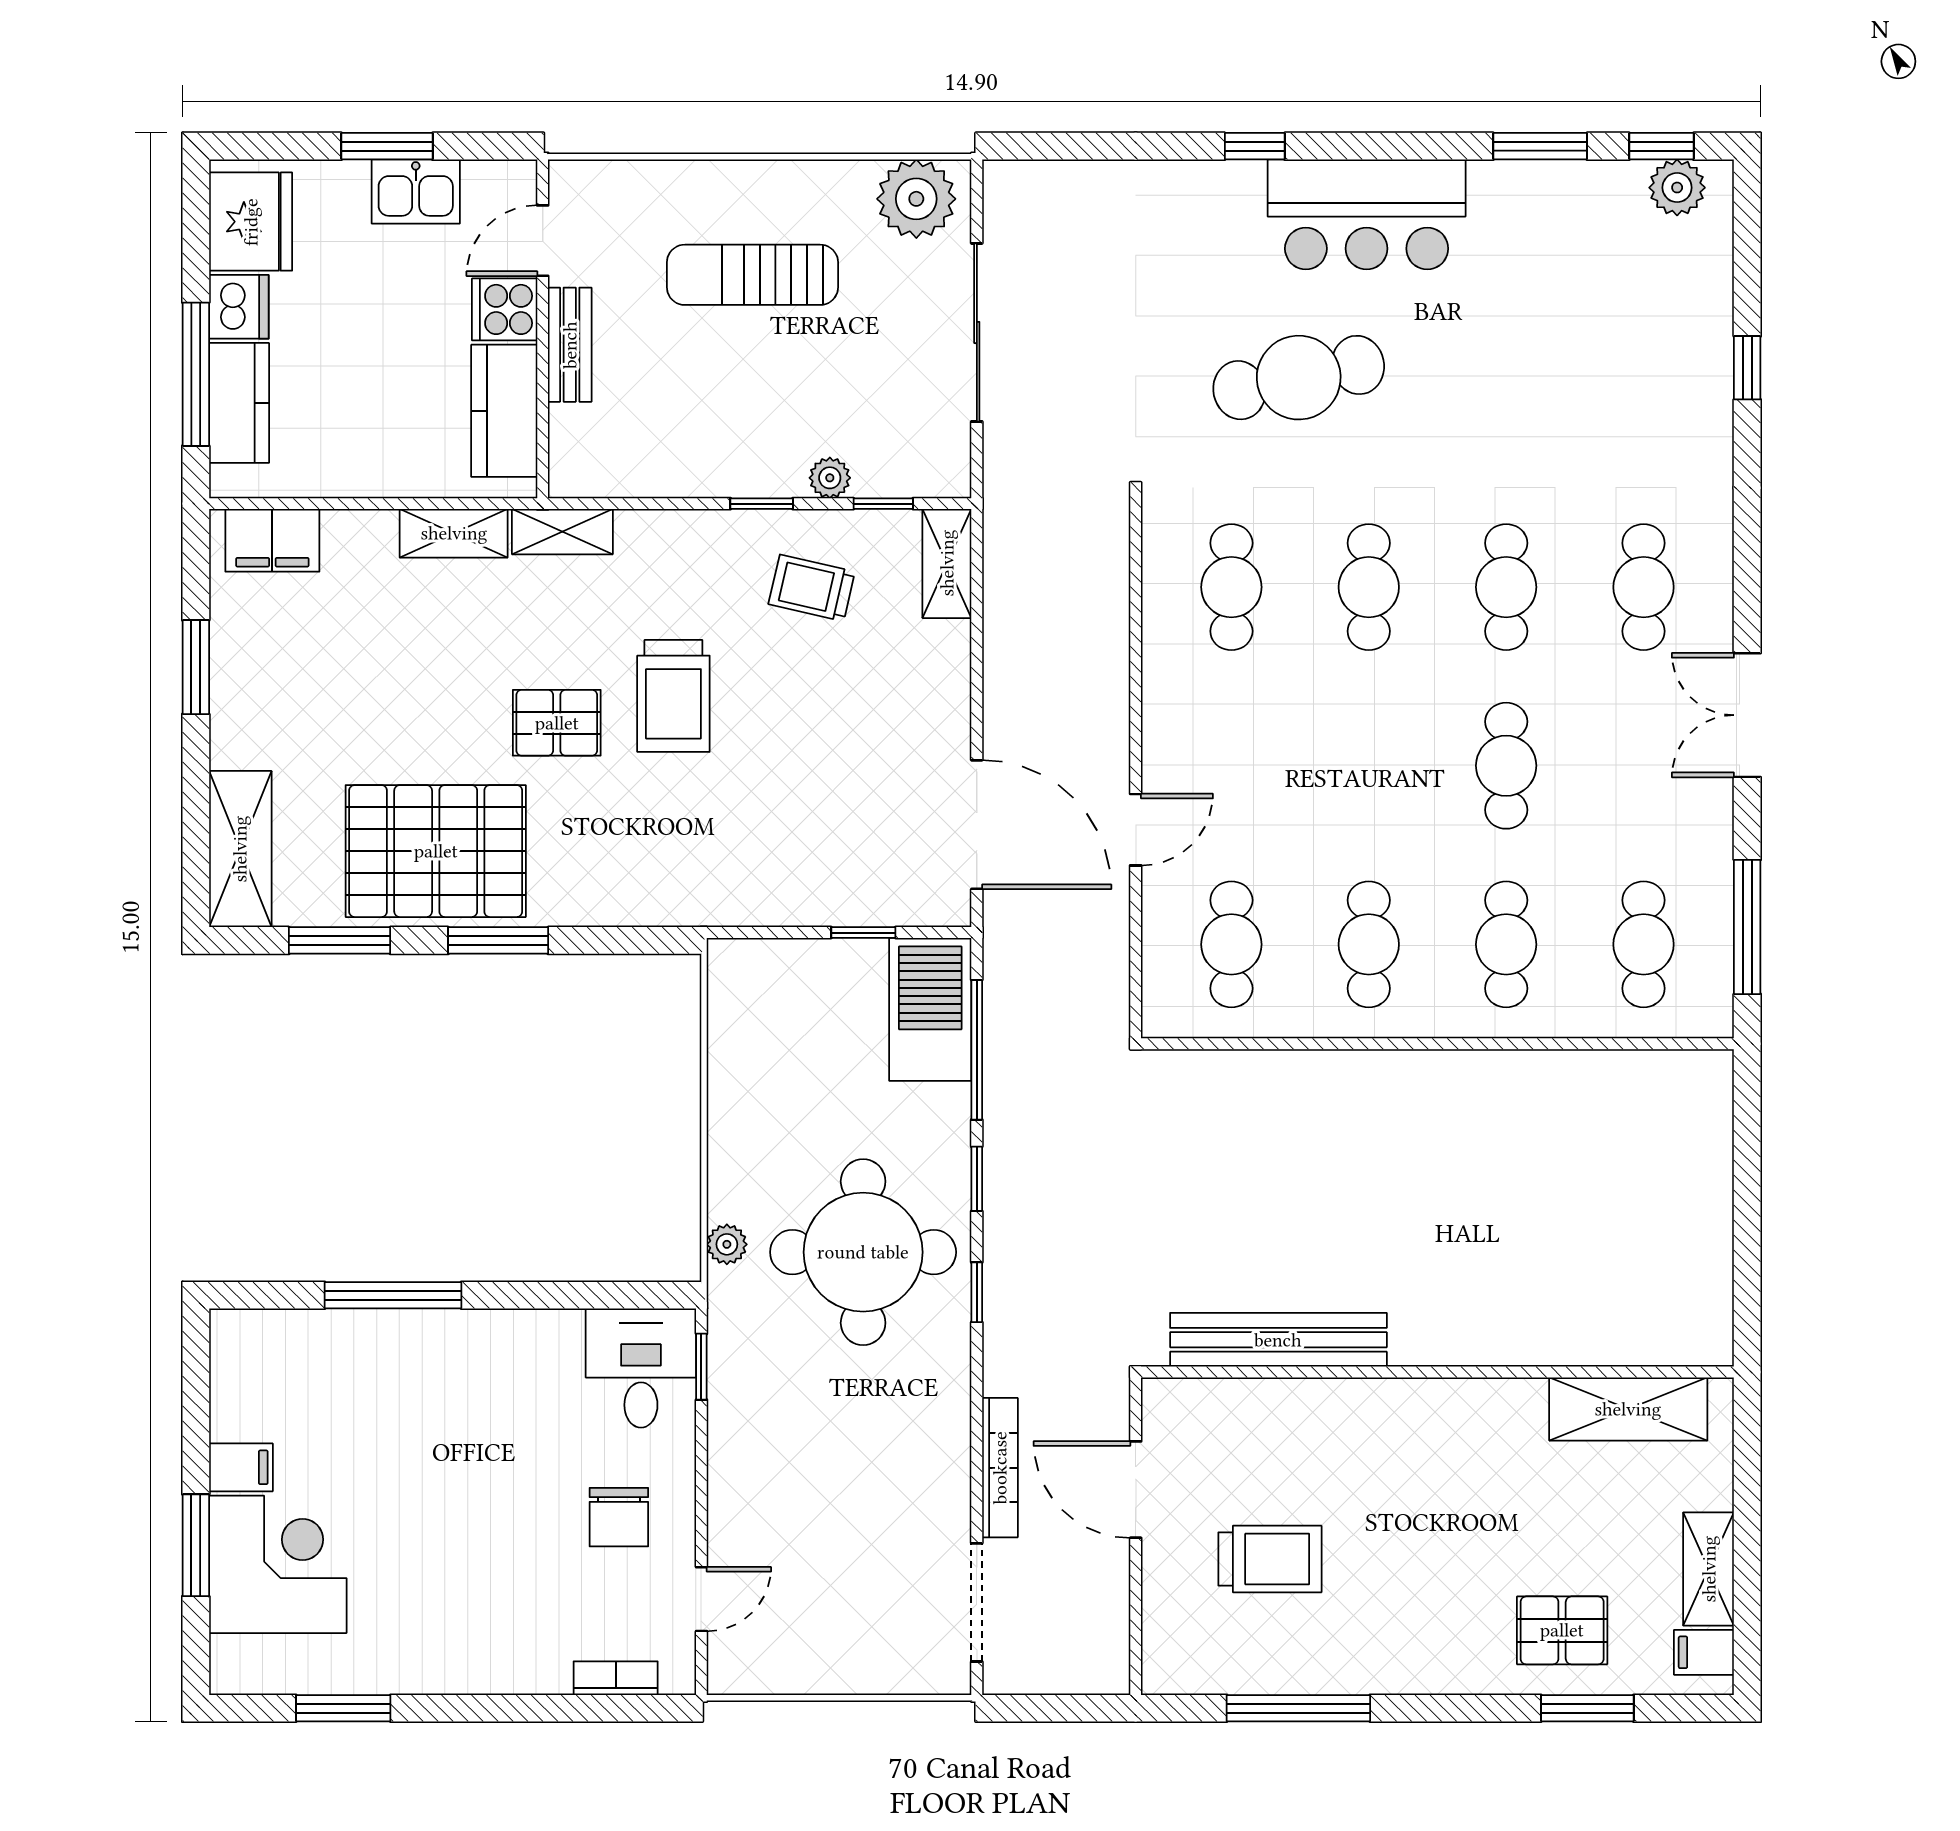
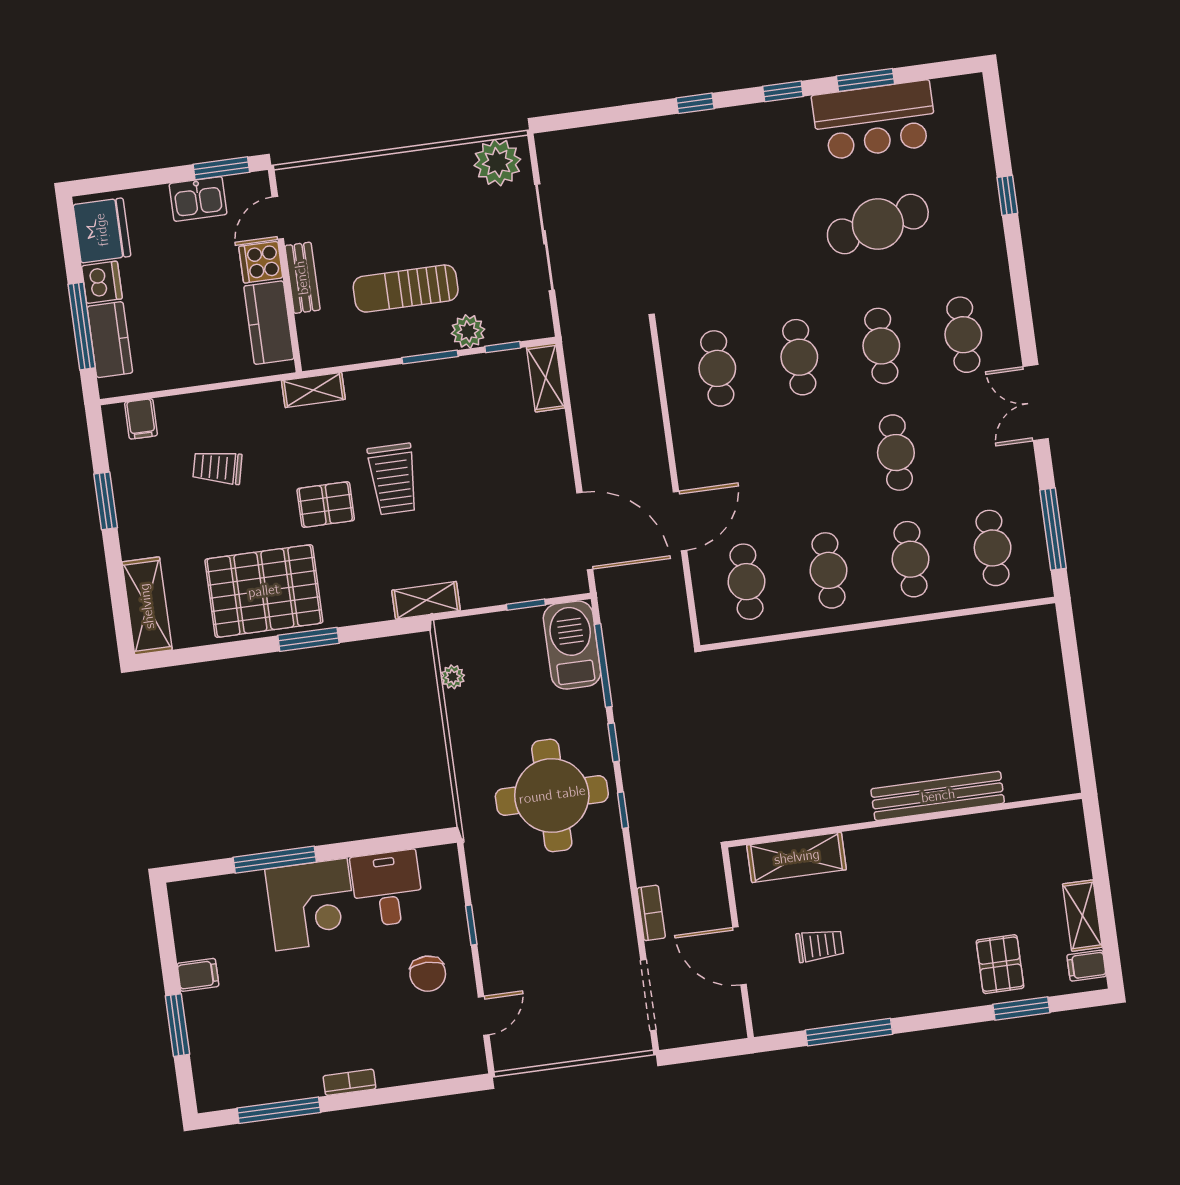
window: (387, 146) -> (221, 168), moved
window: (1661, 146) -> (783, 91), moved
plant: (1677, 188) -> (951, 93), removed
bar counter: (1367, 214) -> (875, 120), moved
sun lounger: (752, 275) -> (406, 289), moved
cafe table: (1299, 378) -> (878, 224), moved
plant: (830, 478) -> (468, 331), width x1.38, depth x1.38
window: (762, 504) -> (430, 357), width x1.50
shelving: (454, 533) -> (426, 600), moved
filing cabinet: (272, 540) -> (141, 419), width x0.50
trolley: (812, 588) -> (217, 467), moved
door: (1136, 830) -> (680, 521), width x1.38
window: (340, 940) -> (214, 652), removed
plant: (727, 1244) -> (453, 677), moved
bench: (1278, 1340) -> (938, 796), moved
window: (701, 1367) -> (471, 925), moved
desk: (641, 1368) -> (387, 889), moved
shelving: (1628, 1409) -> (797, 857), moved
bookcase: (1000, 1468) -> (651, 913), width x0.64
door: (1136, 1490) -> (740, 956), moved
trolley: (1270, 1559) -> (820, 945), width x0.73, depth x0.72
corner desk: (278, 1564) -> (311, 905), moved, turned 90
pallet: (1562, 1630) -> (1000, 964), turned 90
bookcase: (616, 1678) -> (349, 1082), moved
window: (343, 1708) -> (279, 1110), width x1.44

